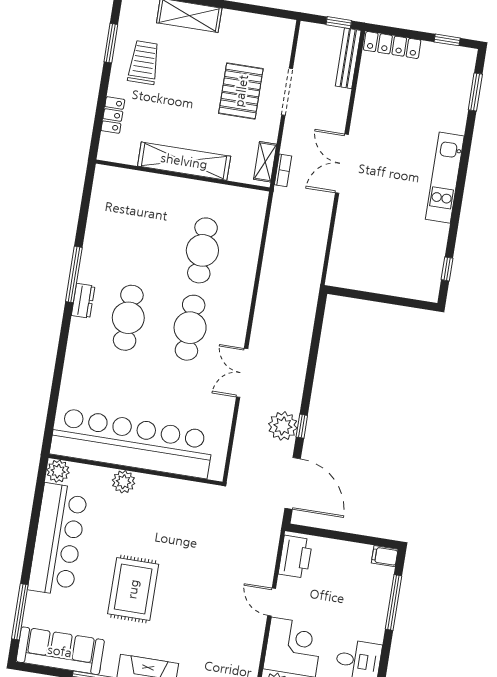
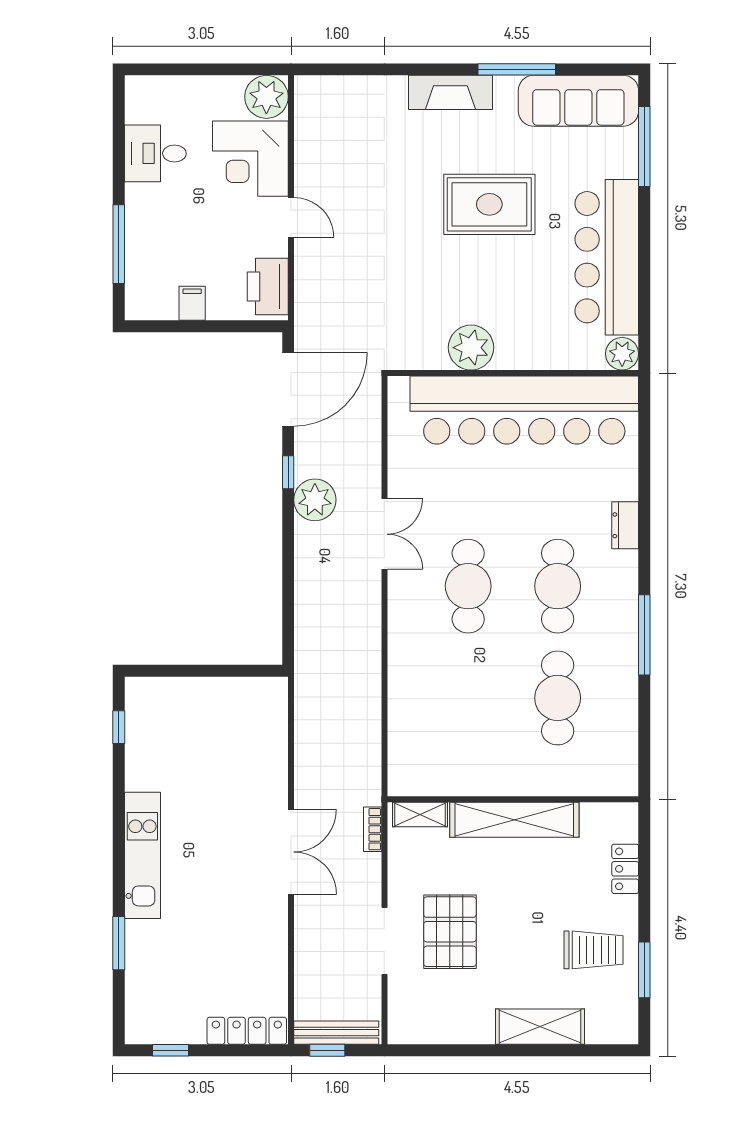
bench: (348, 58) -> (336, 1033), moved, turned 90
trolley: (144, 63) -> (593, 950), turned -90
window: (475, 92) -> (119, 943), moved
shelving: (265, 162) -> (420, 815), moved, turned 90
cafe table: (202, 250) -> (558, 698), moved
dresser: (83, 301) -> (625, 525), moved
plant: (283, 426) -> (315, 500), moved
plant: (124, 482) -> (471, 348), moved, width x1.36, depth x1.36
door: (293, 483) -> (288, 389), swing flipped
filing cabinet: (385, 556) -> (192, 303), moved, turned -90
rug: (133, 589) -> (489, 204), turned 90

